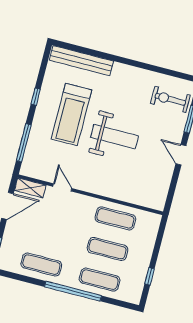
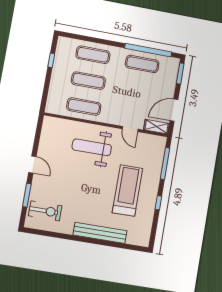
bench: (81, 61) -> (100, 233), moved
weight bench: (115, 137) -> (92, 147), moved
window: (73, 291) -> (148, 50), moved

